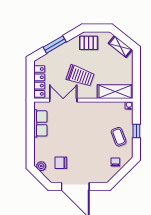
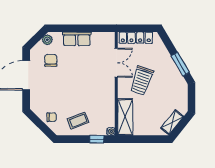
pallet: (89, 43) -> (176, 89), removed
window: (55, 45) -> (180, 64), moved
row of seats: (40, 123) -> (77, 39), moved
window: (136, 131) -> (97, 139), moved

